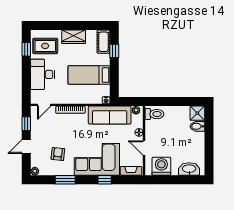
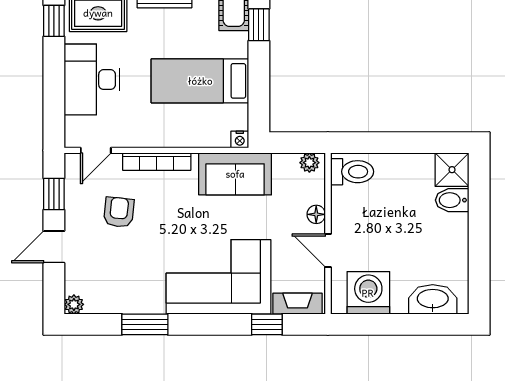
sofa: (110, 115) -> (235, 174), width x0.73
armchair: (58, 154) -> (119, 212), moved
window: (105, 180) -> (267, 324), moved

